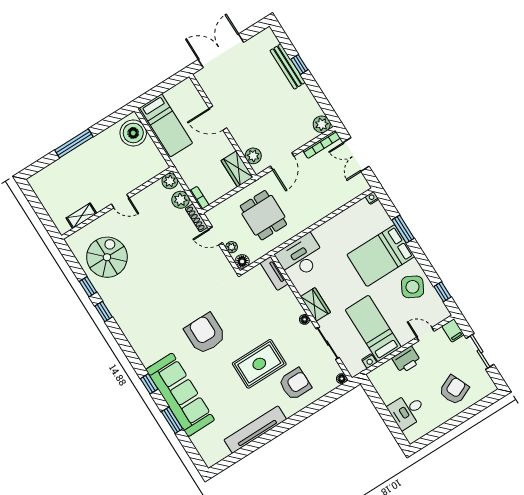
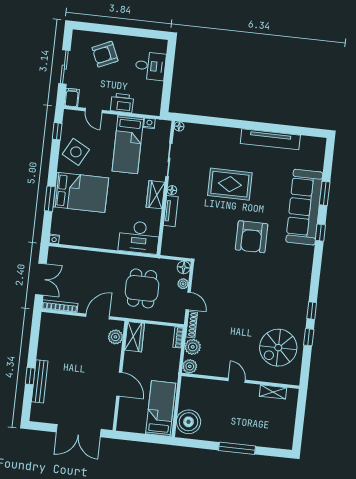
plant: (322, 124) -> (48, 320), removed
tv unit: (274, 273) -> (171, 211), moved
armchair: (295, 384) -> (216, 149), removed

